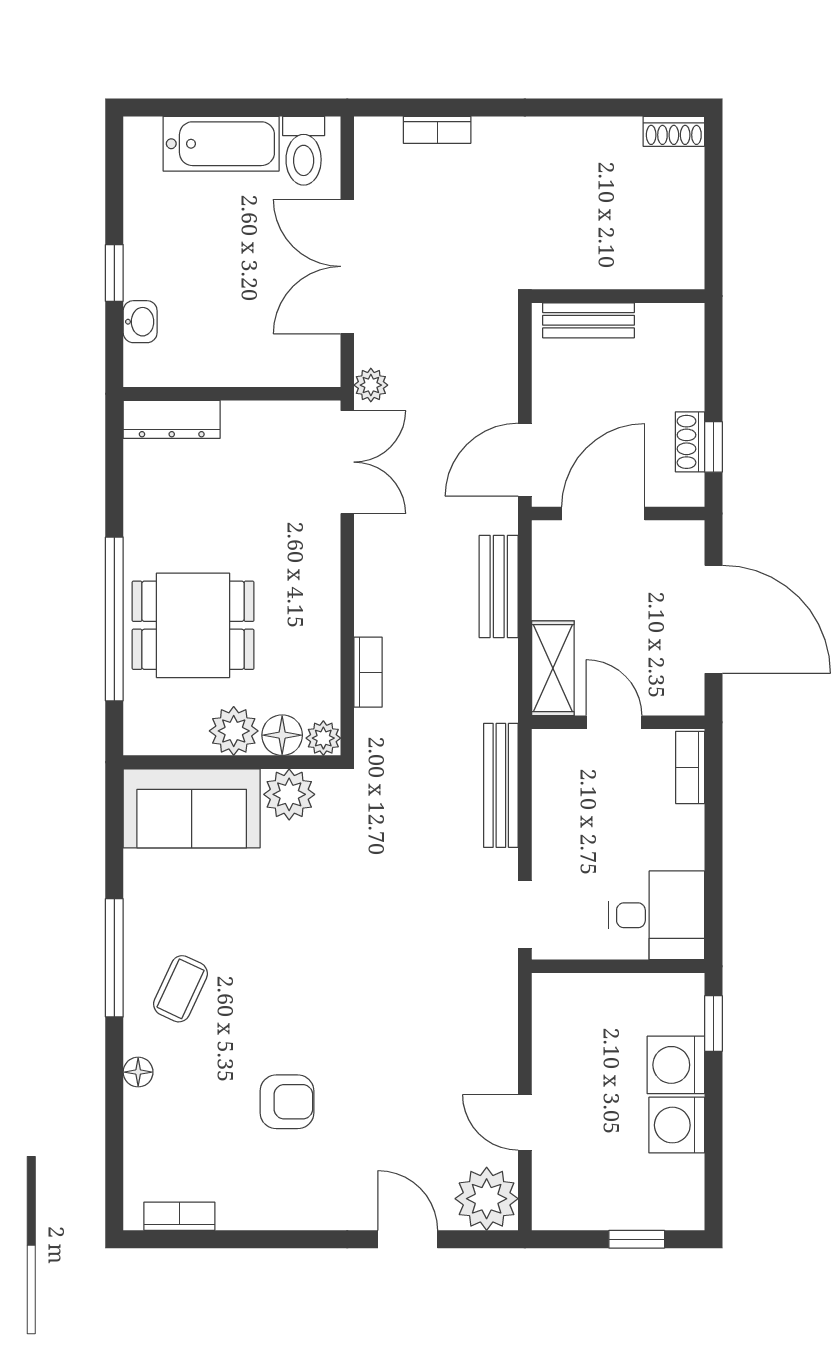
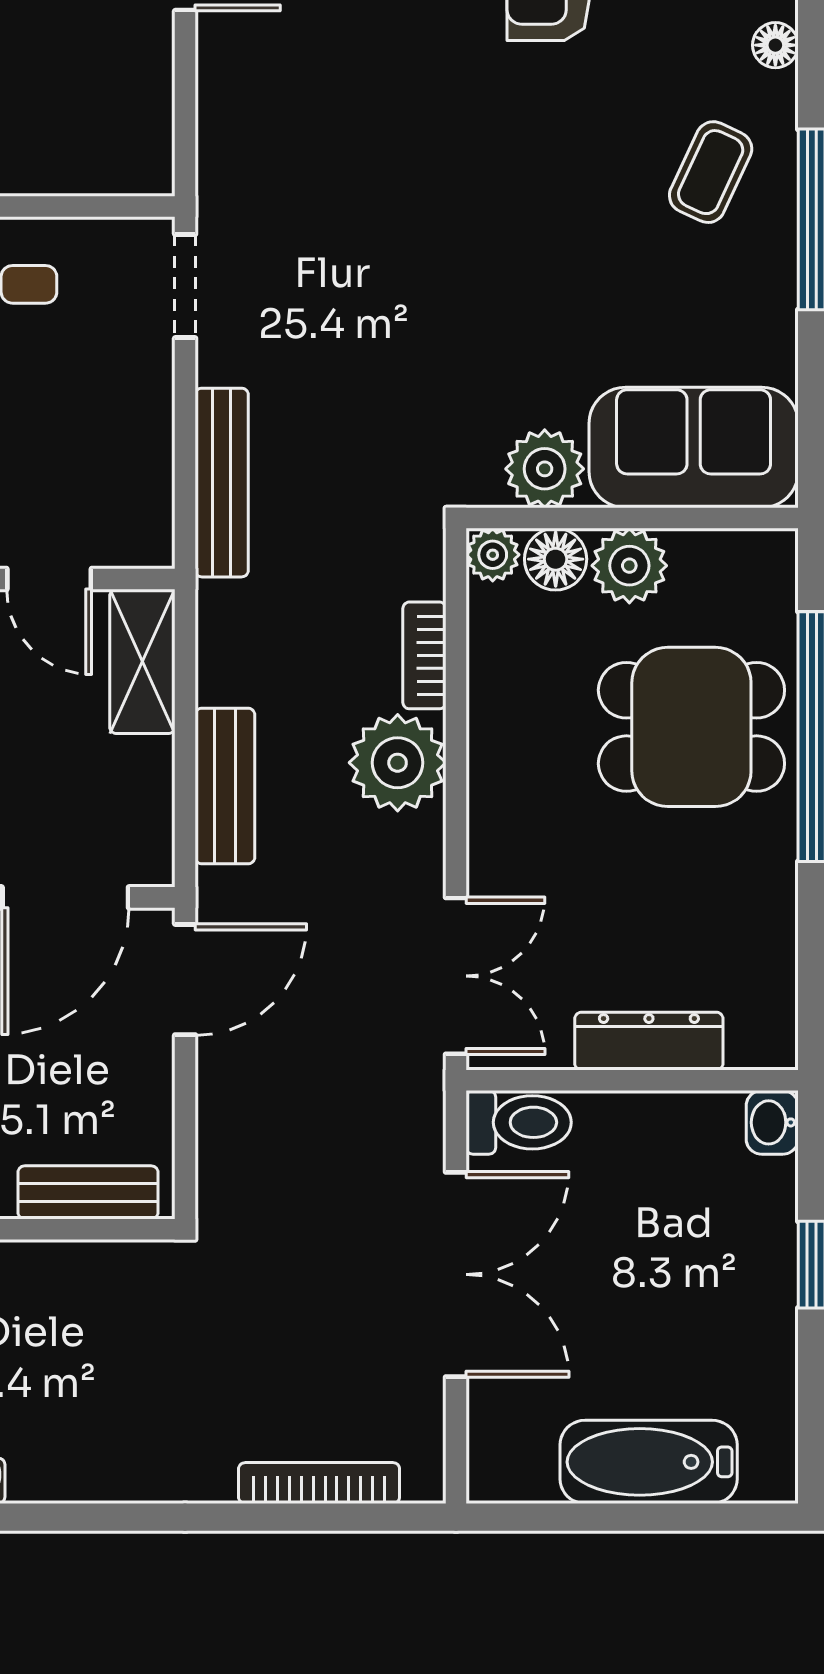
bookcase: (437, 130) -> (319, 1483), width x1.56
toilet: (304, 151) -> (519, 1122), moved, turned 90
washbasin: (140, 322) -> (772, 1122), moved
plant: (371, 385) -> (398, 763), moved, width x1.88, depth x1.88
dresser: (172, 419) -> (649, 1041), moved
double door: (347, 462) -> (456, 976), swing flipped

